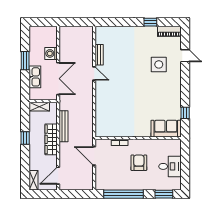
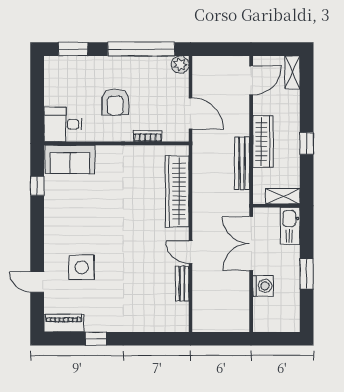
kitchen sink: (35, 77) -> (290, 226), moved
wardrobe: (102, 110) -> (177, 191), added
desk: (170, 166) -> (63, 124), moved
plant: (100, 185) -> (180, 65), added

